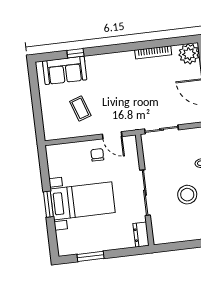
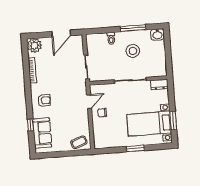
armchair: (111, 71) -> (44, 100), added
coffee table: (80, 108) -> (79, 142), moved
bed with nightstands: (83, 201) -> (149, 124), moved, turned -90

